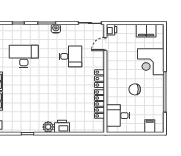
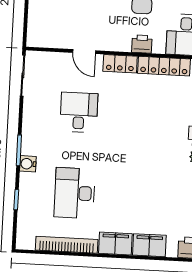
water cooler: (56, 29) -> (28, 164), moved
printer: (112, 30) -> (142, 44), moved
door: (105, 44) -> (84, 52), moved

